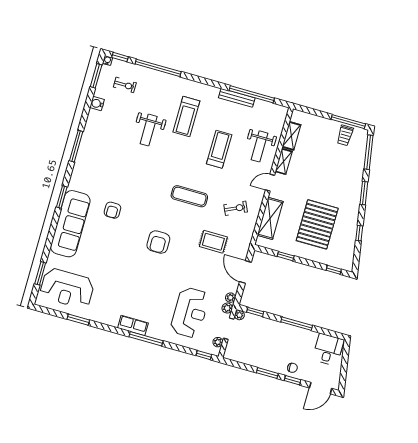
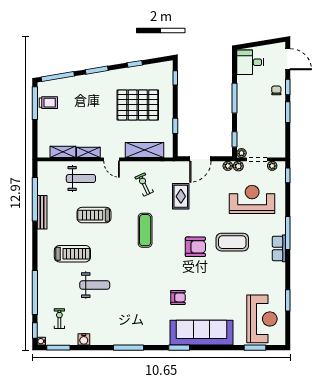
coffee table: (153, 280) -> (232, 242), added

